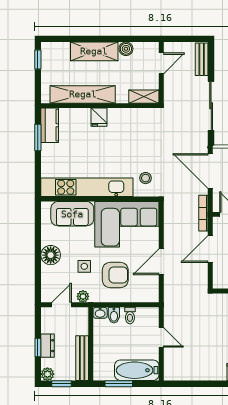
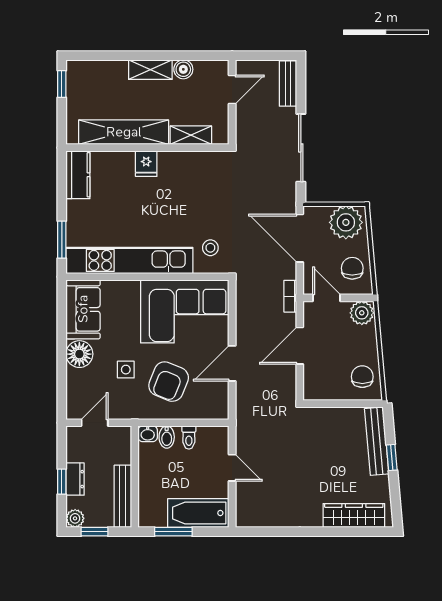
shelving: (94, 51) -> (150, 70), width x0.67, depth x0.75
shelving: (144, 97) -> (191, 135), moved
window: (38, 138) -> (62, 240), moved
bookcase: (203, 213) -> (290, 296), width x0.64
sofa: (72, 214) -> (83, 309), moved, turned -90
armchair: (115, 275) -> (169, 382), turned 112
plant: (83, 296) -> (124, 411), removed

